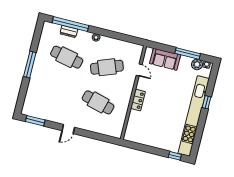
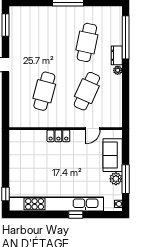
dresser: (69, 31) -> (117, 55), moved
plant: (197, 64) -> (116, 179), moved
cafe table: (107, 67) -> (87, 91), turned 45

